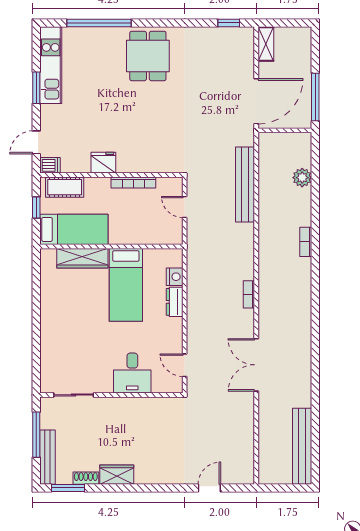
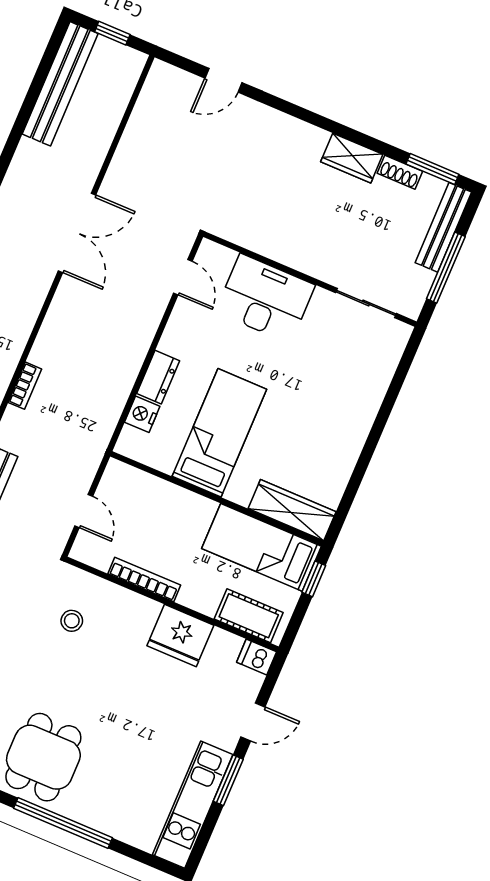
window: (99, 23) -> (63, 823), moved
stool: (165, 141) -> (72, 621), added
door: (36, 142) -> (253, 722), moved
fridge: (103, 163) -> (180, 636), width x1.36, depth x1.34
window: (36, 207) -> (314, 579), moved
wardrobe: (82, 258) -> (292, 510), moved
bookcase: (249, 294) -> (25, 386), moved
desk: (132, 373) -> (265, 298), width x1.37
window: (285, 488) -> (112, 33), added

